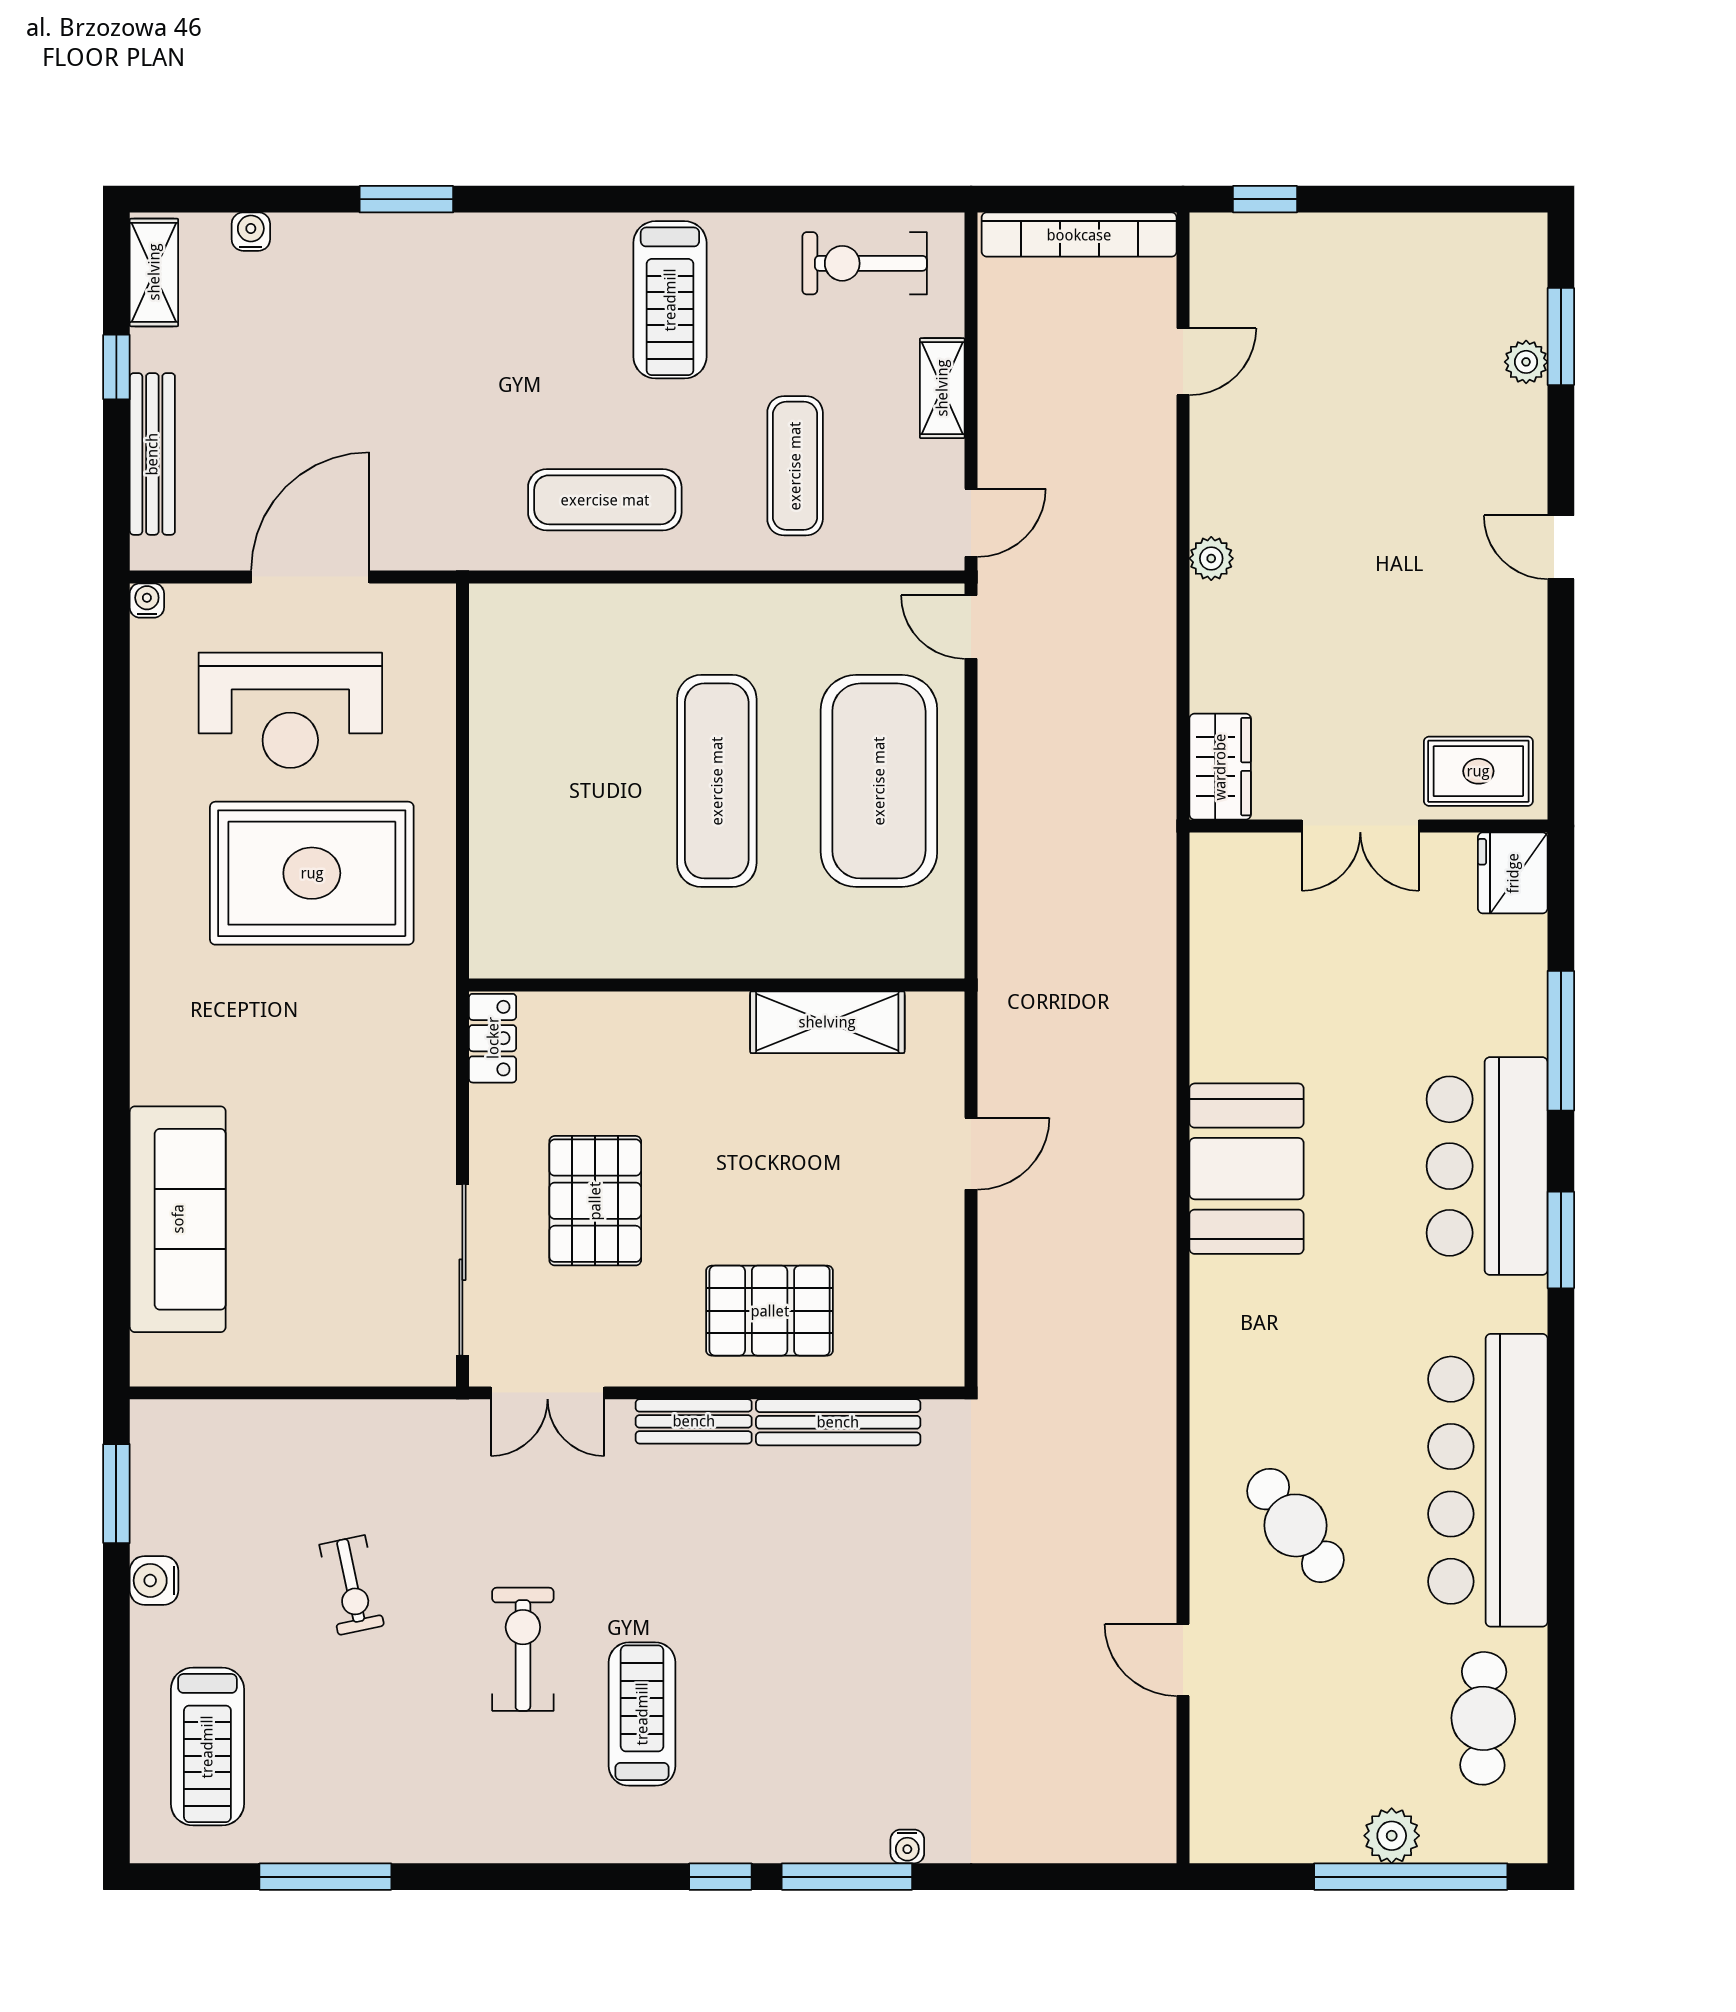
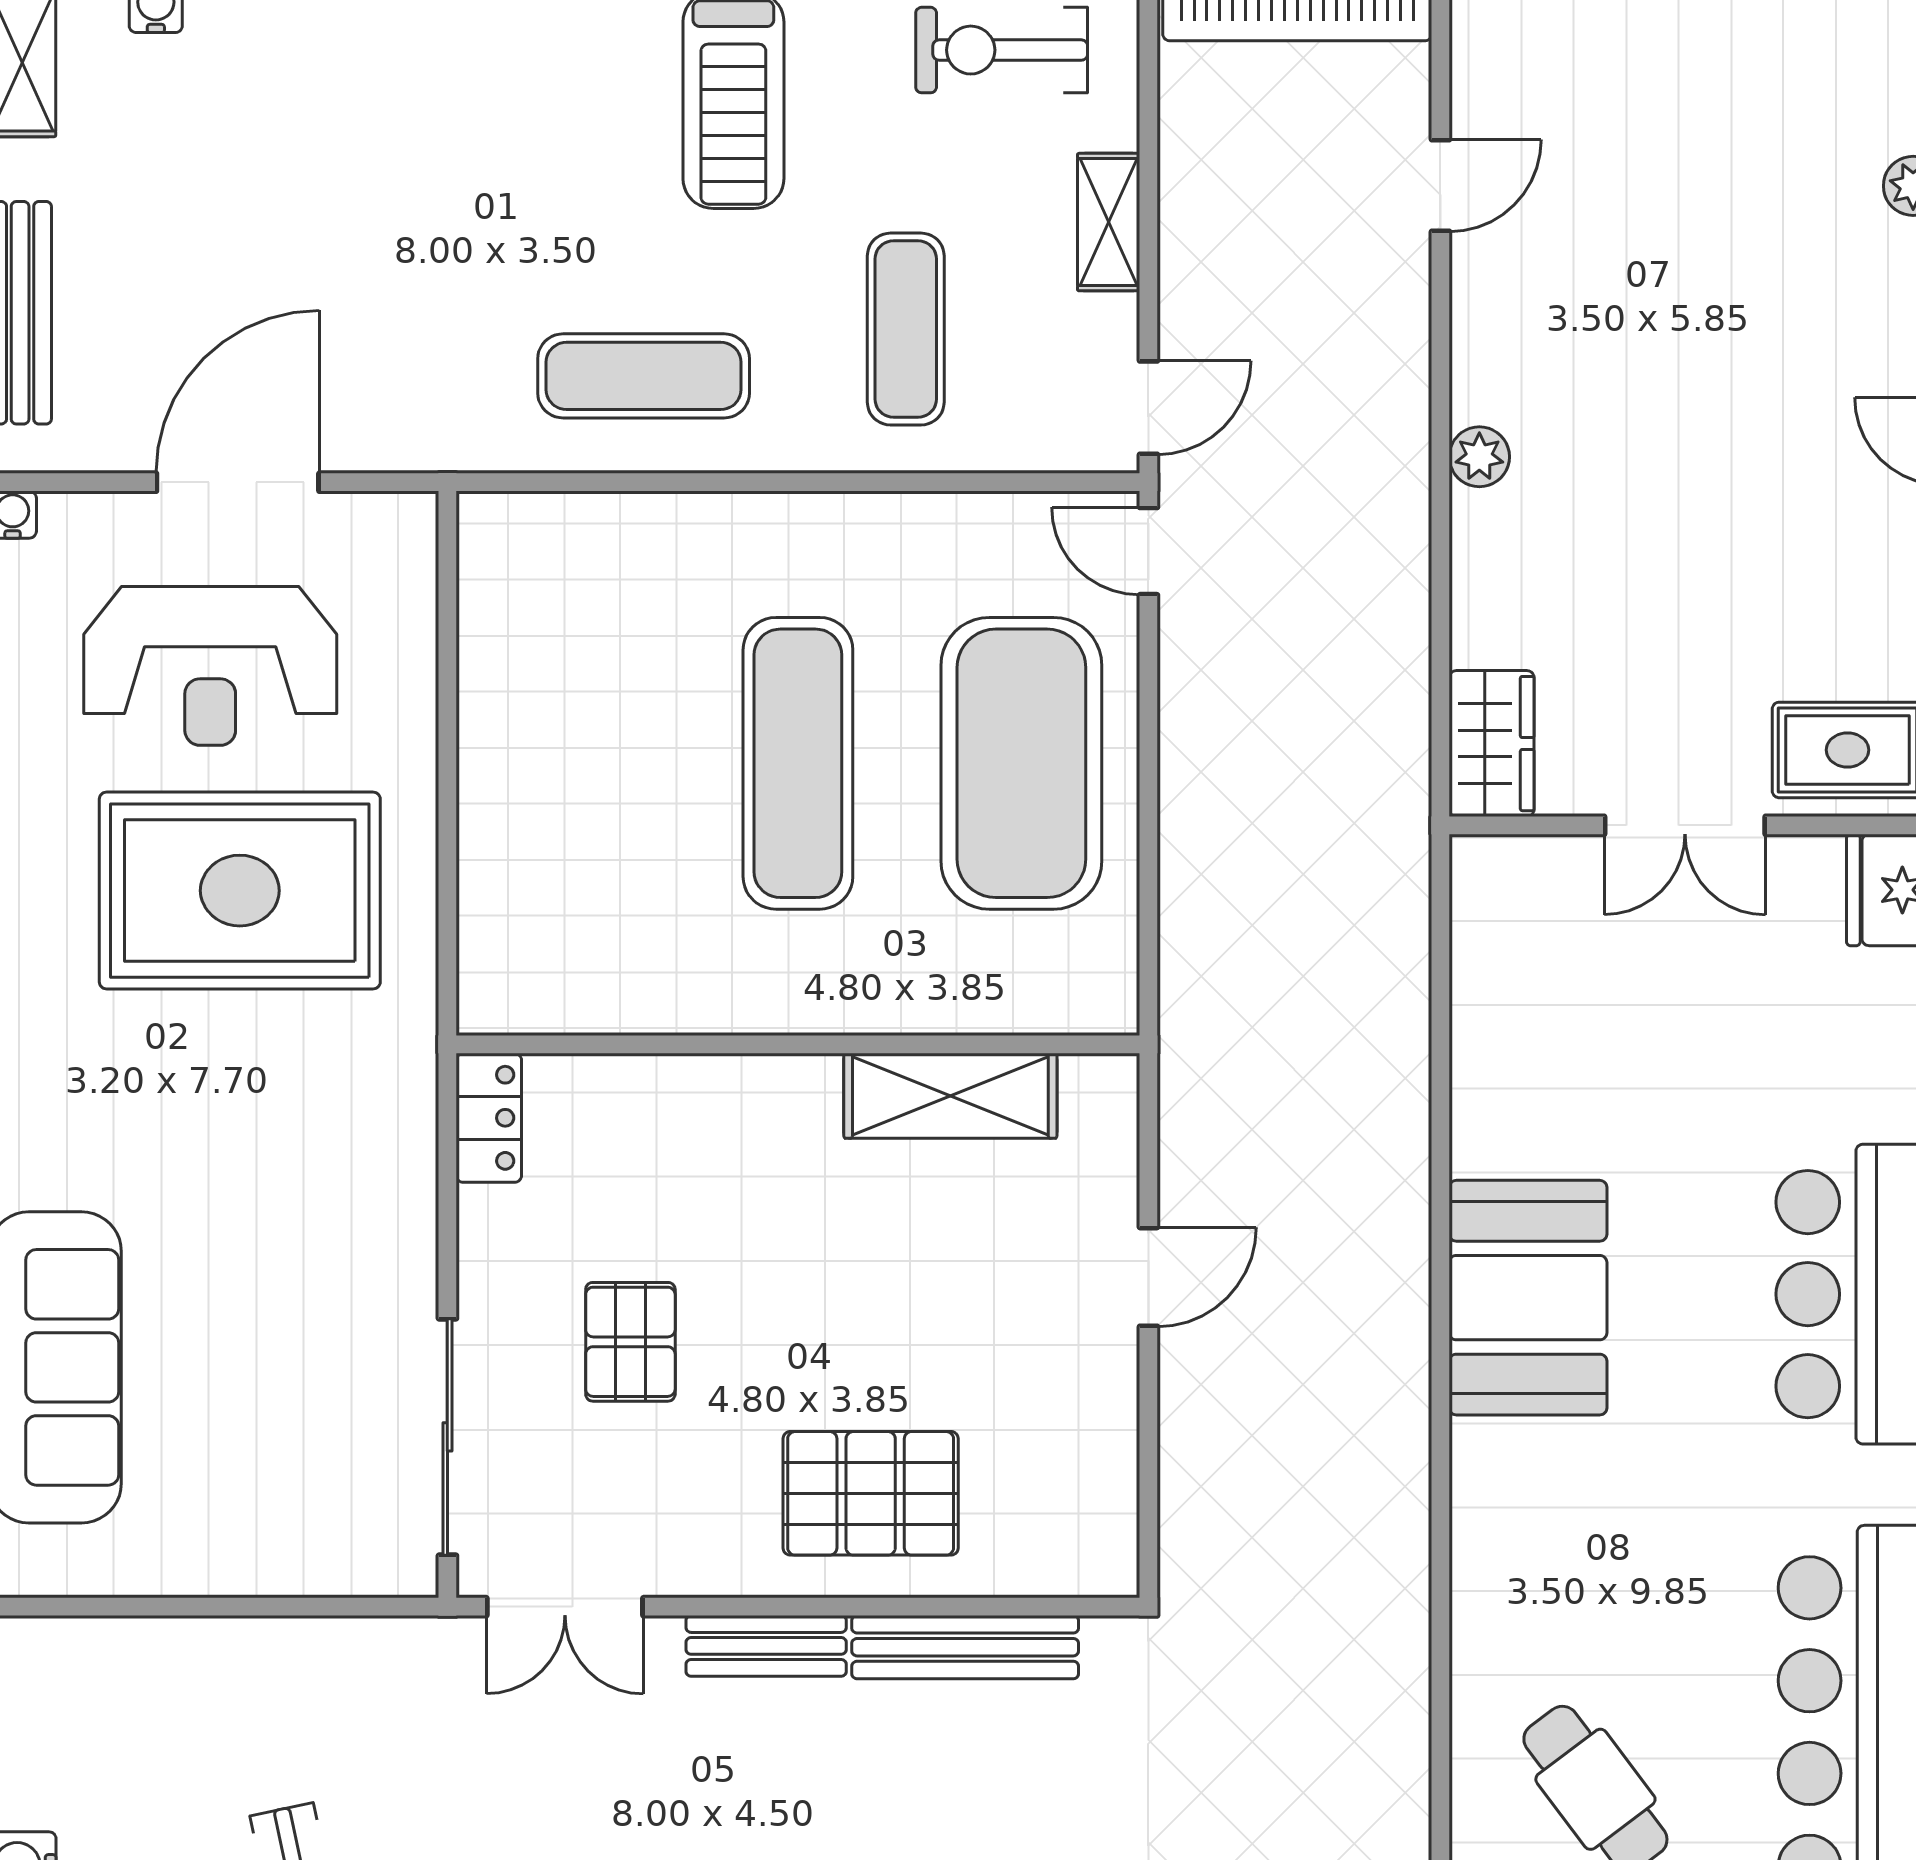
pallet: (595, 1201) -> (630, 1342), width x0.67, depth x0.71

